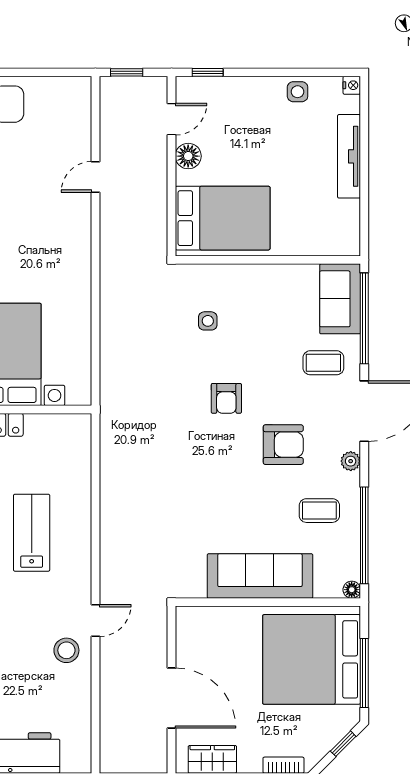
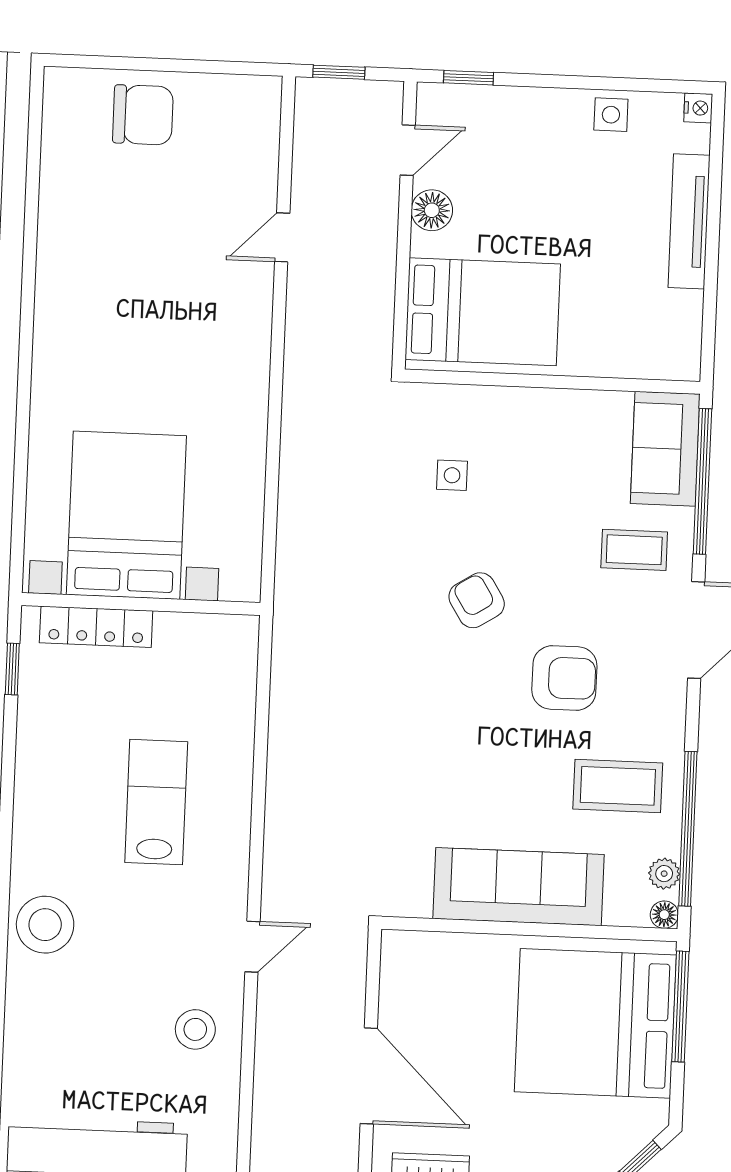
armchair: (226, 398) -> (477, 600), turned 148
plant: (351, 461) -> (664, 874), moved
coffee table: (319, 511) -> (618, 786), width x1.36, depth x1.30
stool: (66, 650) -> (195, 1029), moved
window: (364, 673) -> (680, 1006), moved

